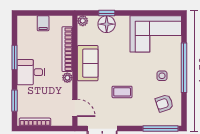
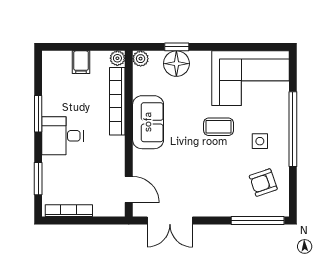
plant: (67, 78) -> (117, 58), moved
coffee table: (122, 92) -> (219, 127), moved

